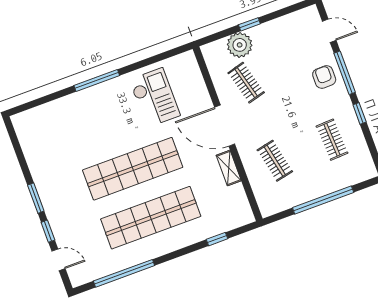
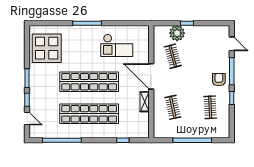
armchair: (324, 77) -> (219, 80), moved
checkout: (155, 98) -> (117, 45), turned 90
display table: (49, 141) -> (47, 48), added

